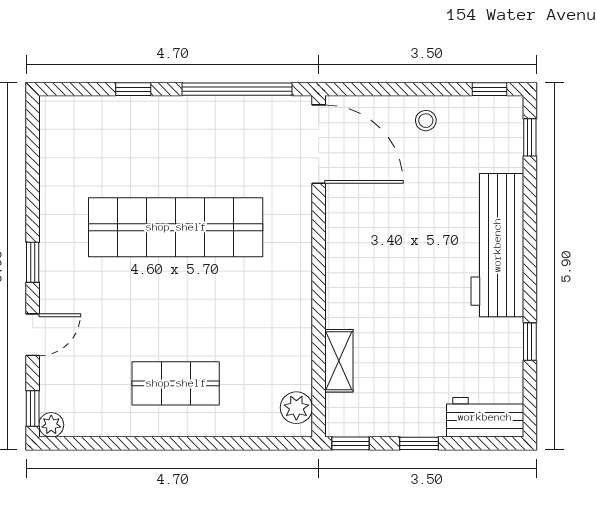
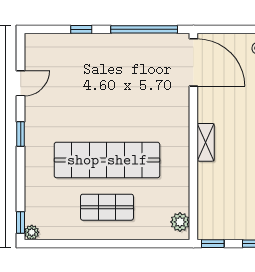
shop shelf: (176, 227) -> (107, 160), moved
door: (33, 335) -> (21, 83), moved
shelving: (339, 361) -> (206, 142), moved

